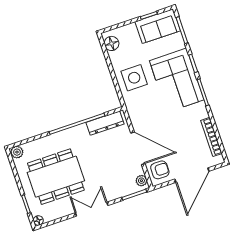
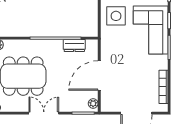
dresser: (105, 123) -> (74, 46), width x0.70
door: (138, 148) -> (99, 76), swing flipped
armchair: (160, 170) -> (111, 100), removed

